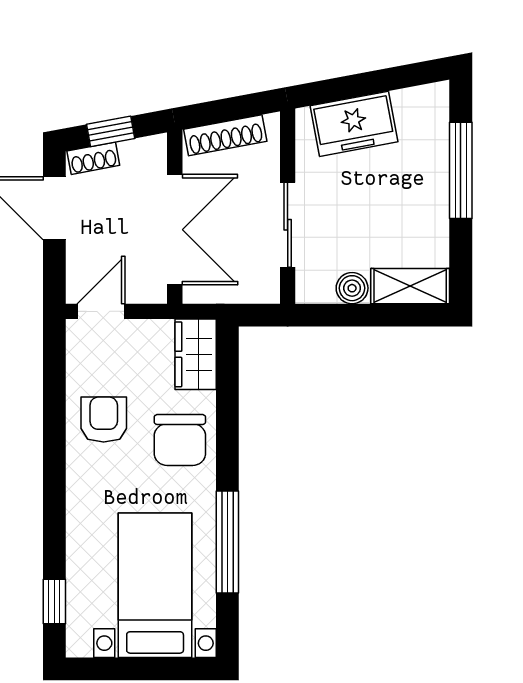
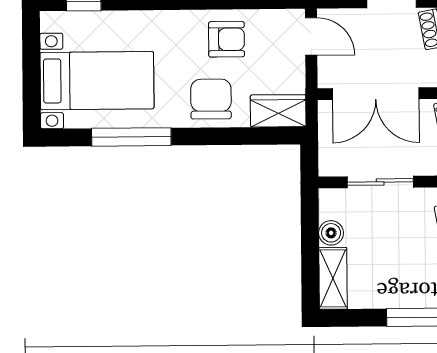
chair: (180, 440) -> (211, 99), turned 90

